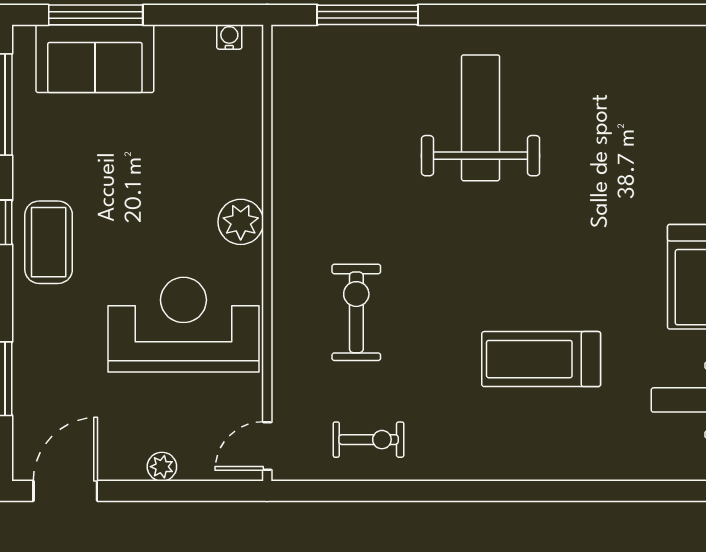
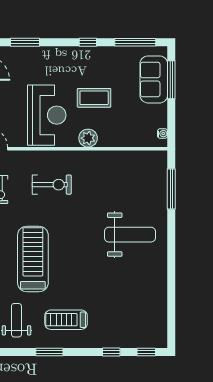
coffee table: (49, 242) -> (94, 98), moved
treadmill: (541, 359) -> (33, 259), width x1.37, depth x1.38

